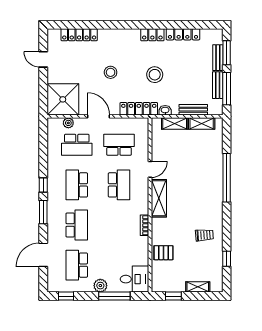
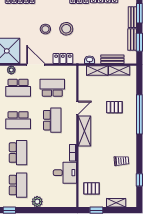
stool: (155, 75) -> (66, 29), moved
window: (227, 89) -> (139, 42), width x0.69
locker: (139, 109) -> (63, 59), width x0.66
pallet: (196, 169) -> (114, 107), added
school desk: (77, 185) -> (18, 120), turned -90
pallet: (163, 253) -> (92, 188), moved
school desk: (77, 265) -> (18, 185), turned 180
desk: (135, 279) -> (65, 173), moved
window: (114, 296) -> (49, 210), removed

